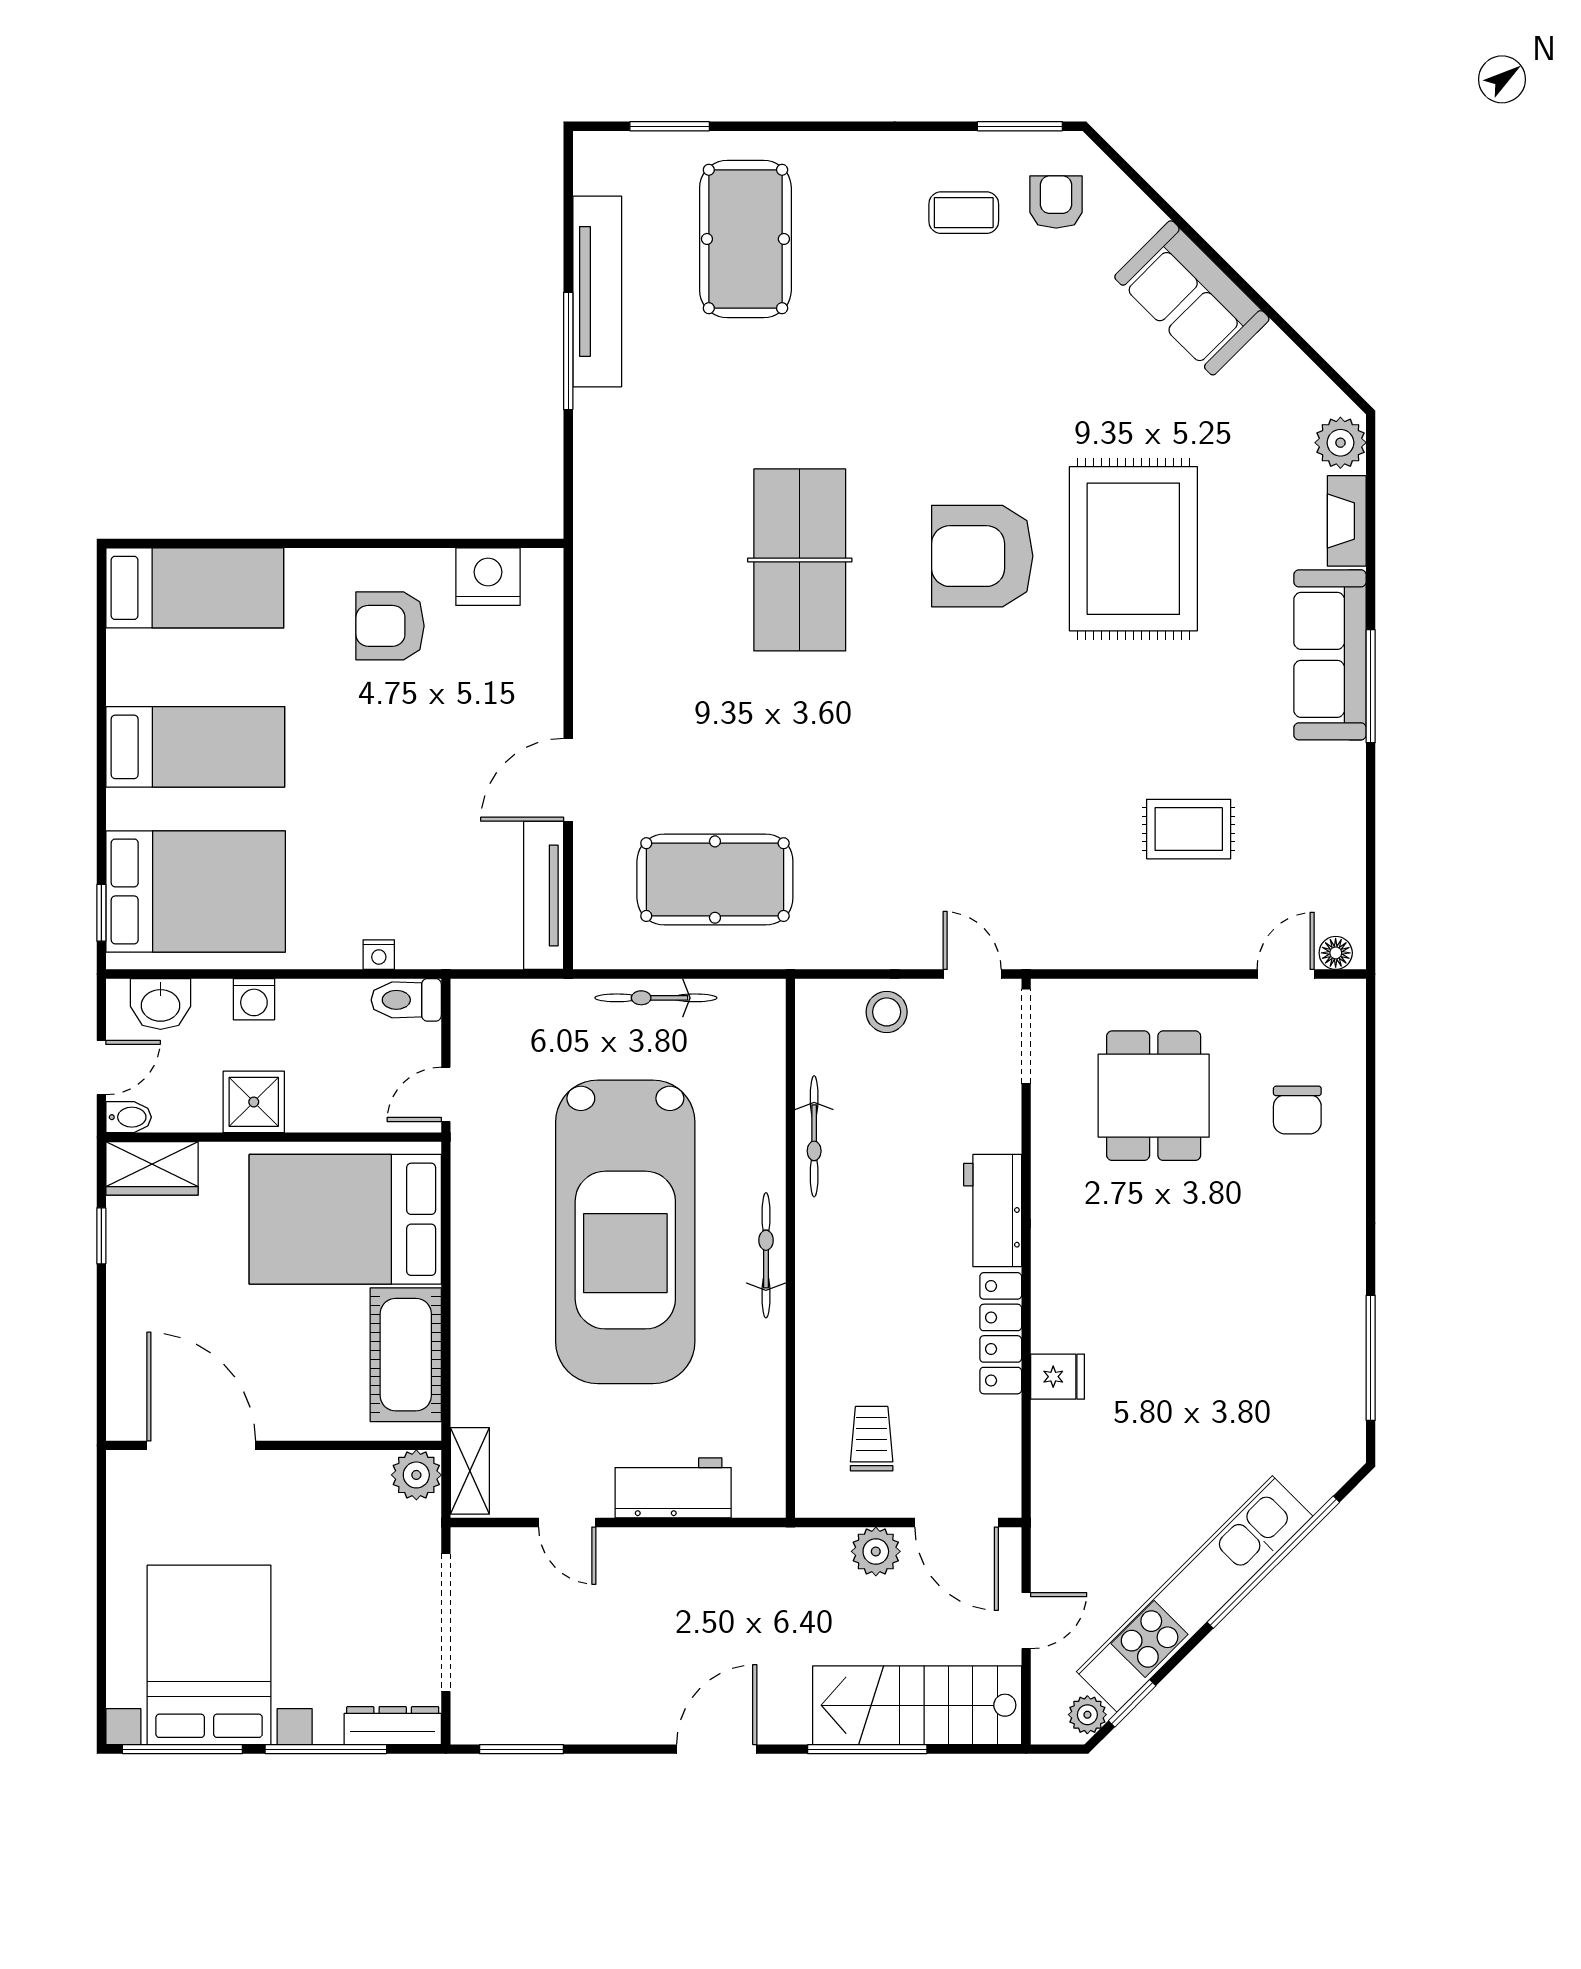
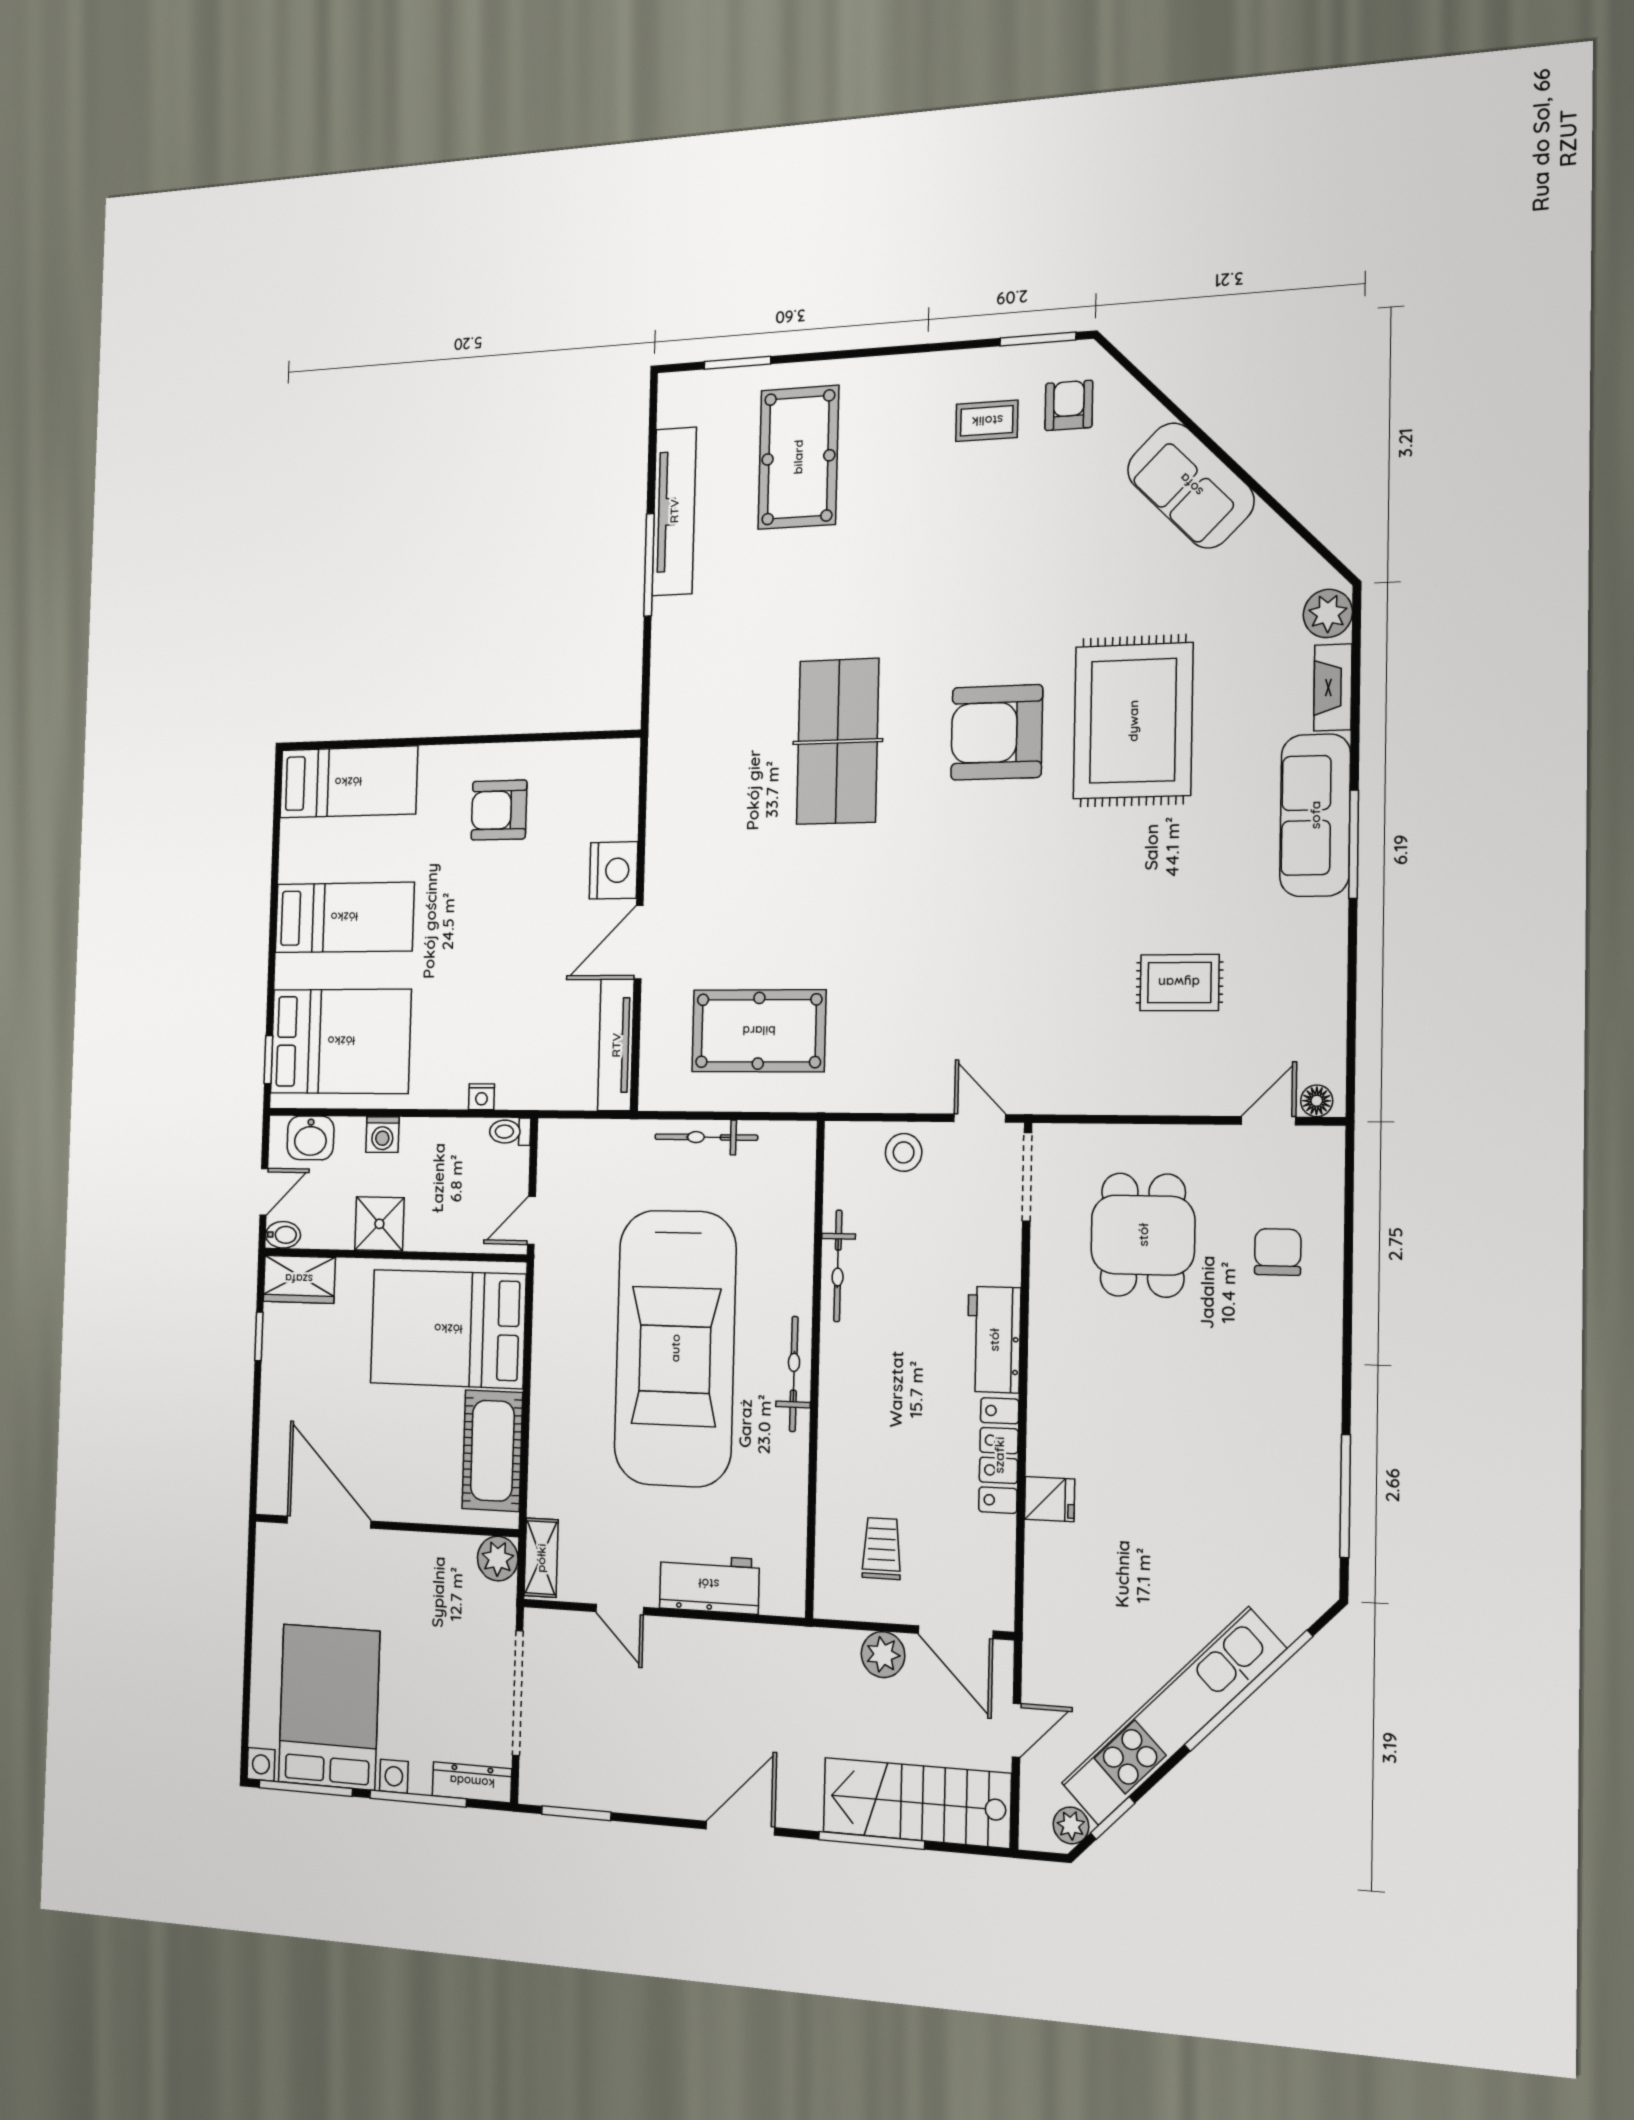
nightstand: (488, 577) -> (613, 870), moved, turned 90
toilet: (406, 1000) -> (510, 1132), width x0.73, depth x0.72
chair: (1297, 1110) -> (1278, 1252), turned 180

